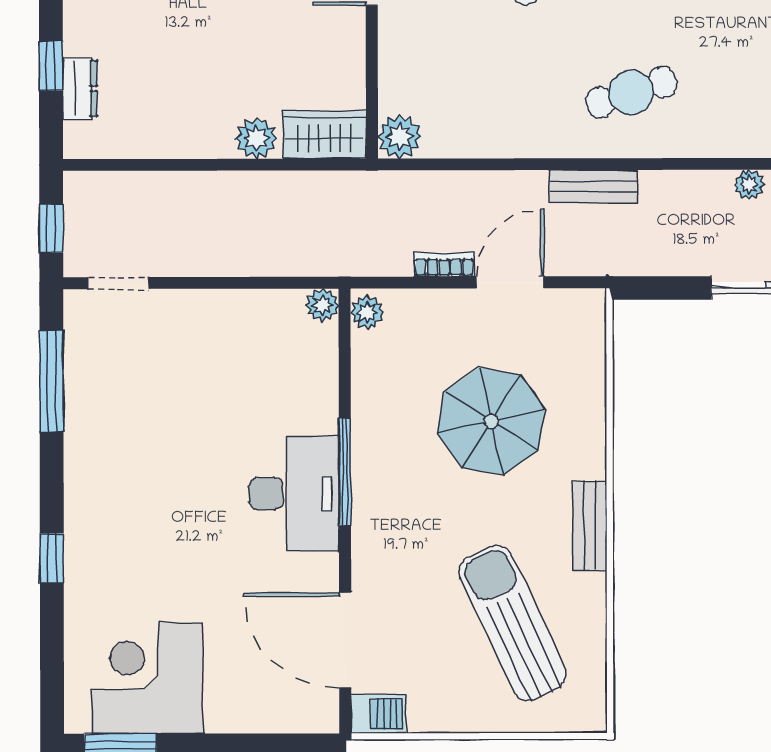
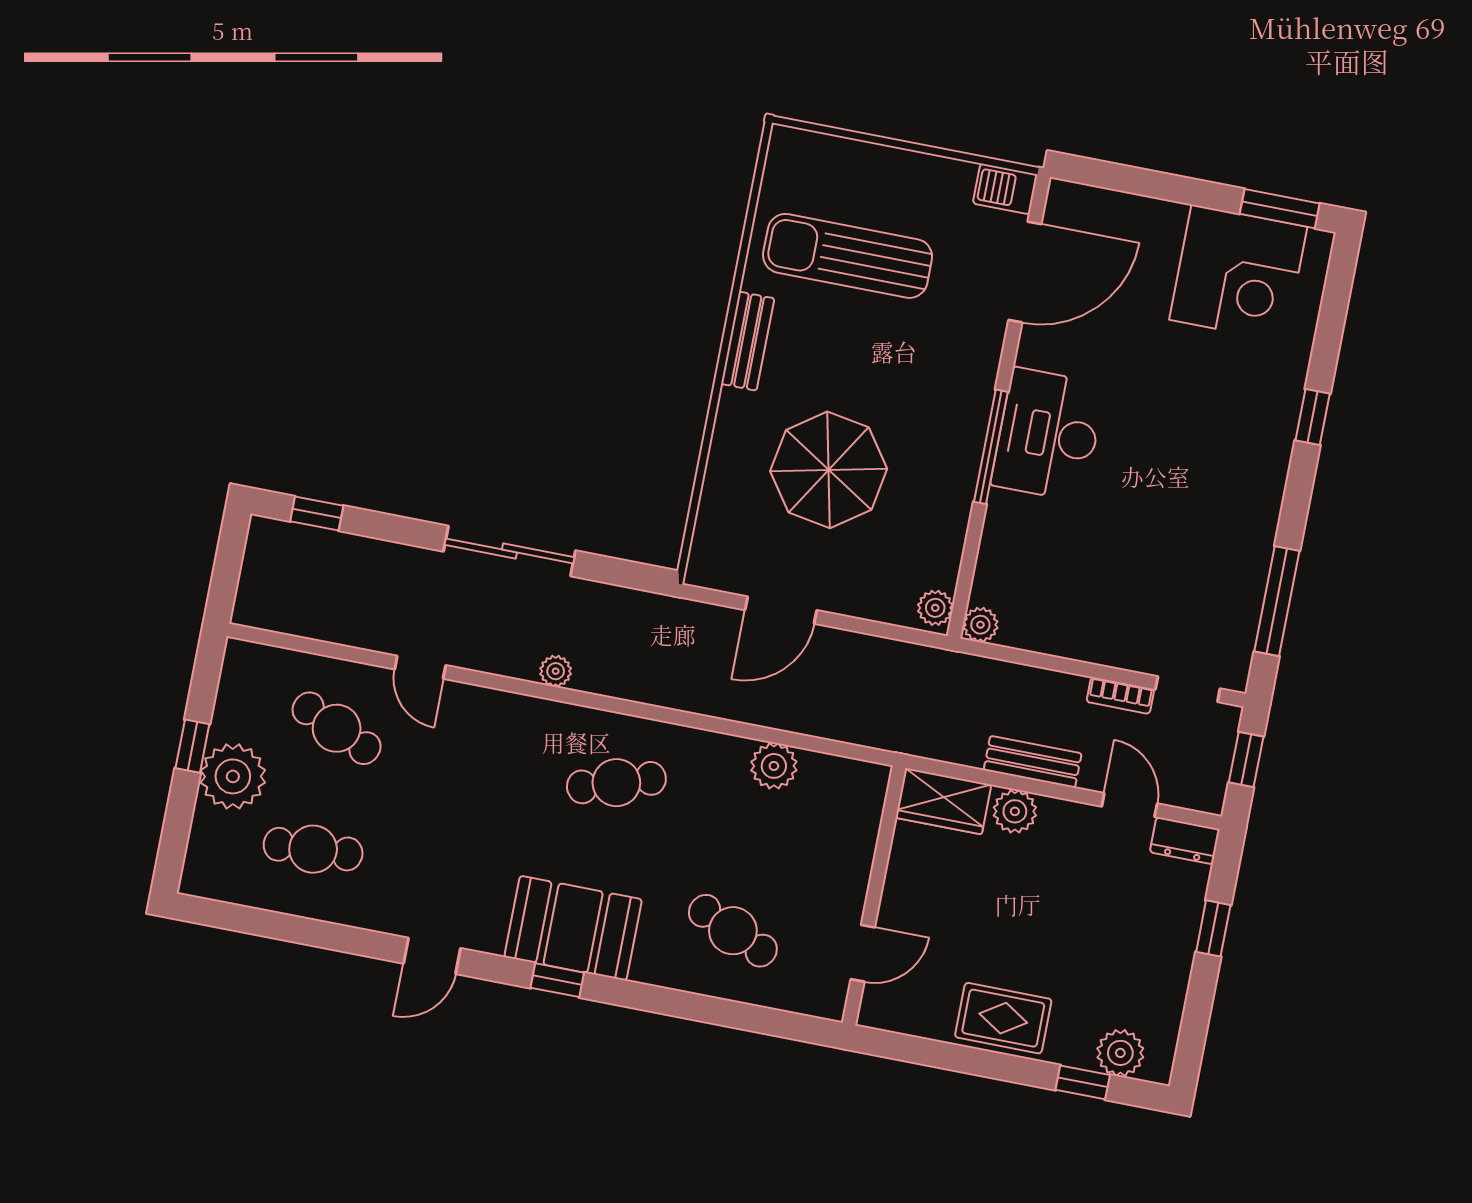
dresser: (80, 89) -> (1185, 841), moved, turned -90
plant: (400, 137) -> (774, 766), moved
door: (151, 165) -> (1129, 805), added
plant: (749, 185) -> (556, 671), moved
bench: (593, 187) -> (1033, 762), moved
bookcase: (444, 264) -> (1120, 696), moved
sun lounger: (513, 623) -> (848, 256), turned 115
door: (345, 640) -> (1025, 272), hinge flipped

